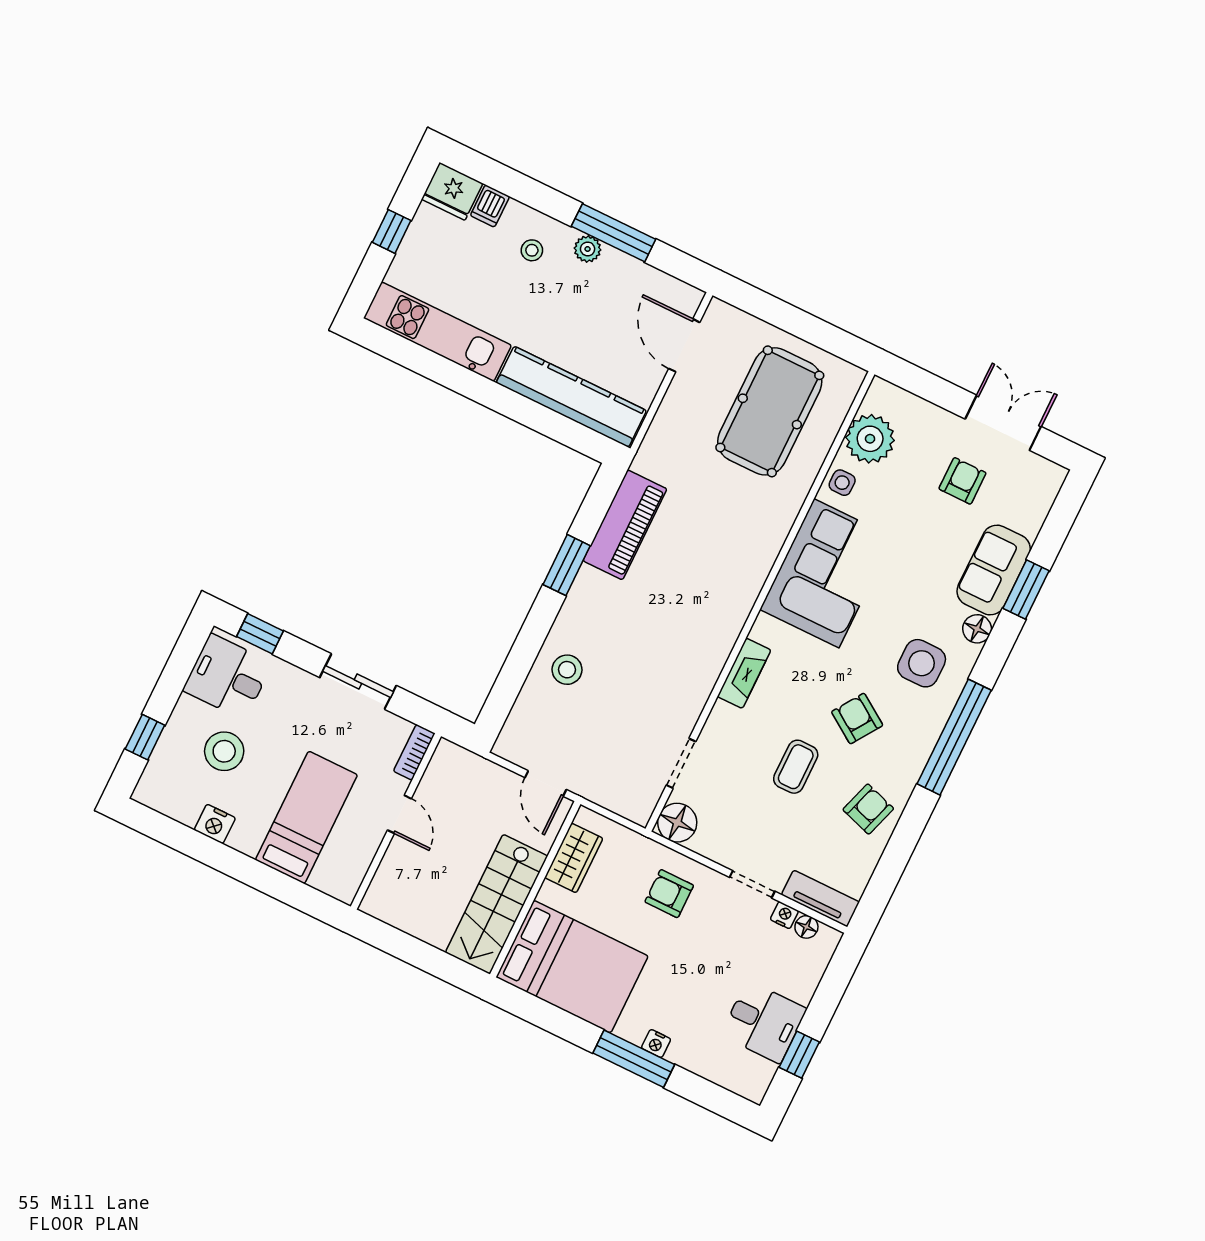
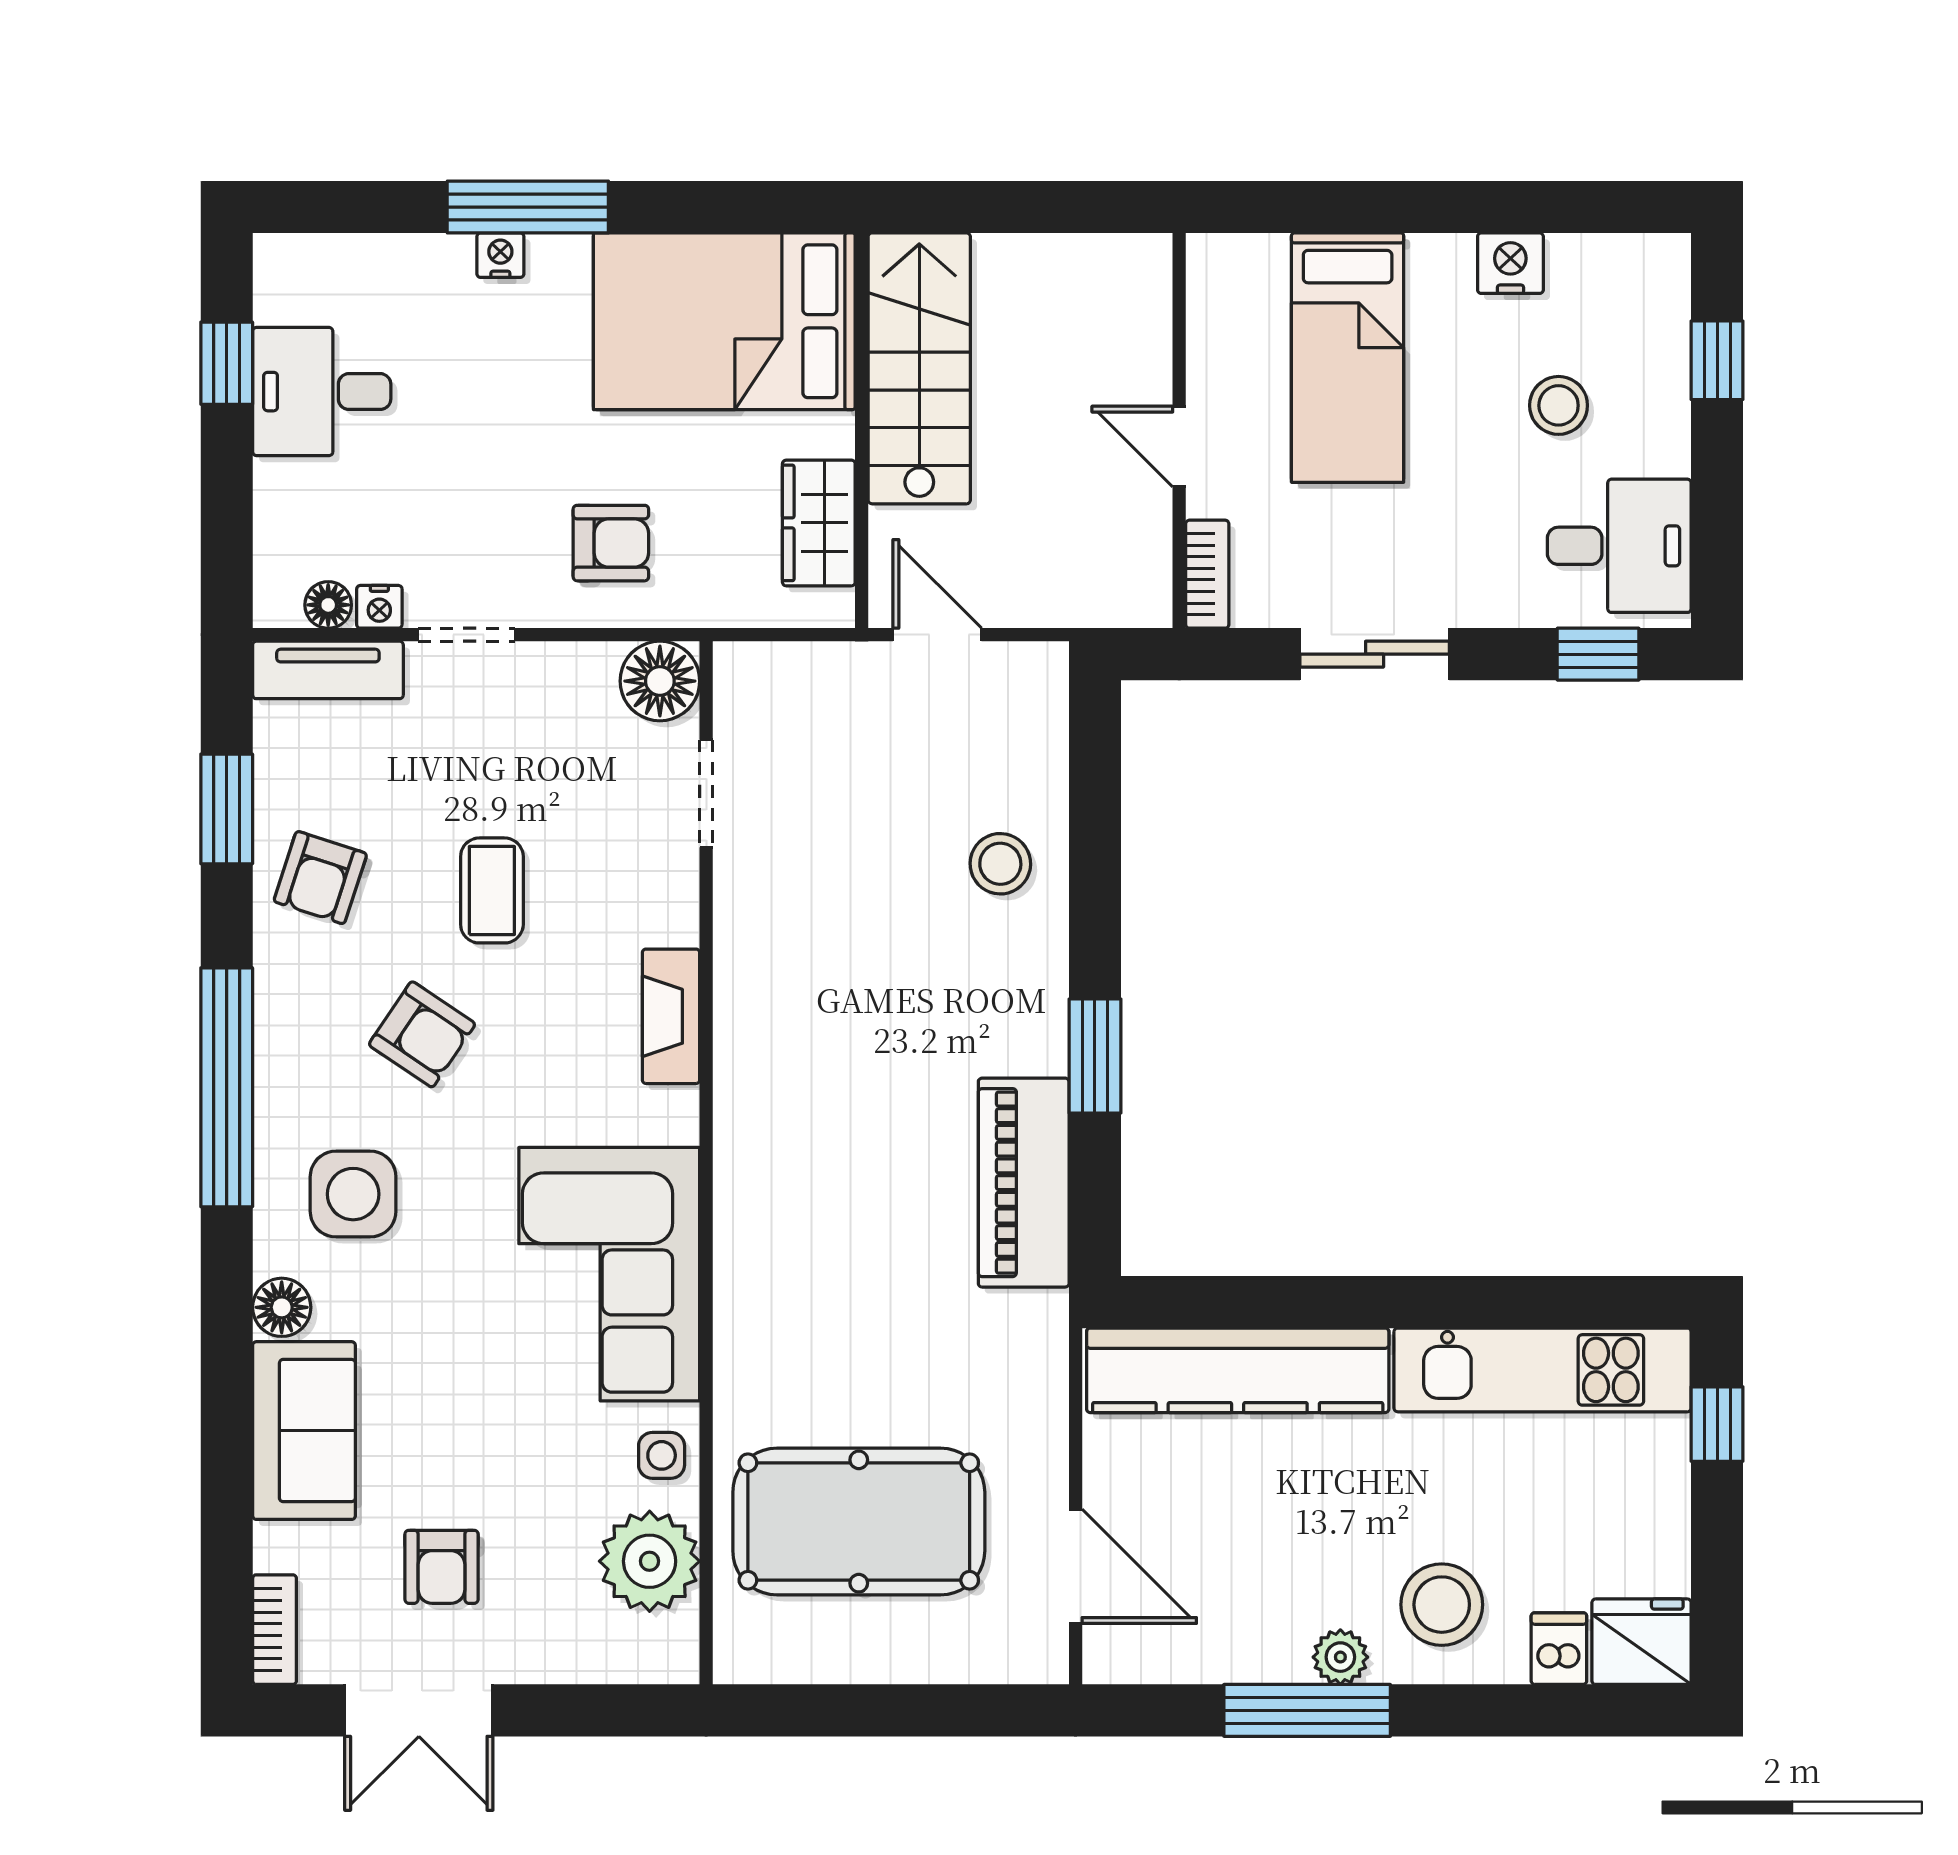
window: (392, 231) -> (1717, 1424), moved
stool: (532, 250) -> (1442, 1605), width x1.89, depth x1.89
pool table: (770, 411) -> (859, 1522), turned 90
bookcase: (1049, 489) -> (275, 1630), added
window: (1026, 589) -> (227, 809), moved
stool: (224, 751) -> (1559, 405), width x0.73, depth x0.73

